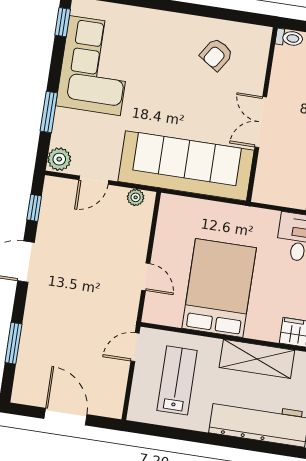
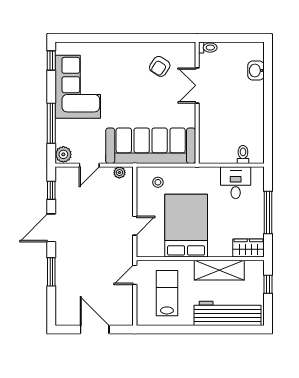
window: (49, 112) -> (51, 123), width x1.44
double door: (261, 122) -> (197, 85), moved
stool: (188, 220) -> (158, 182), added
door: (146, 277) -> (135, 226), hinge flipped
window: (13, 343) -> (51, 272), moved

